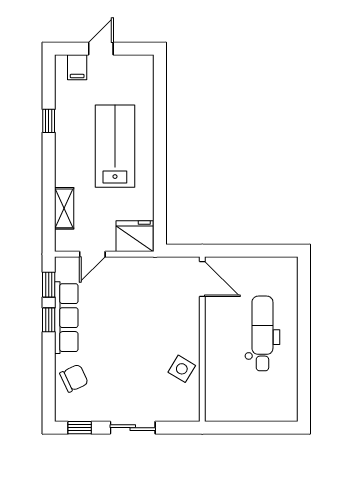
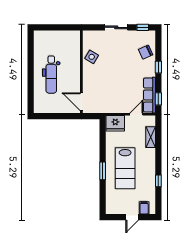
window: (160, 141) -> (103, 171), added
row of seats: (66, 318) -> (149, 95), moved
window: (49, 320) -> (158, 67), moved

